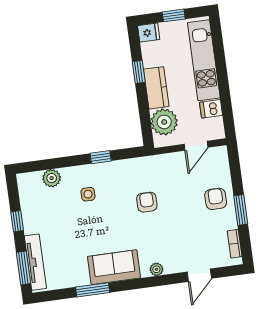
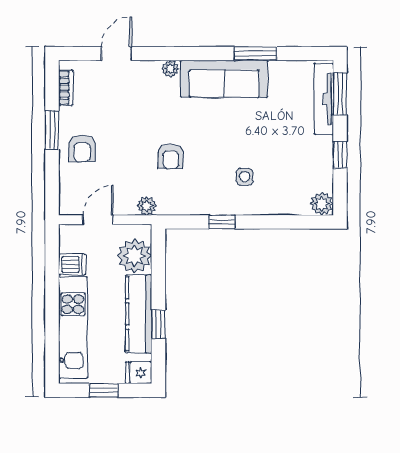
kitchen counter: (156, 88) -> (139, 314), width x1.50
plant: (160, 162) -> (147, 206), added
plant: (52, 178) -> (322, 204), moved
sofa: (114, 267) -> (224, 79), width x1.36

